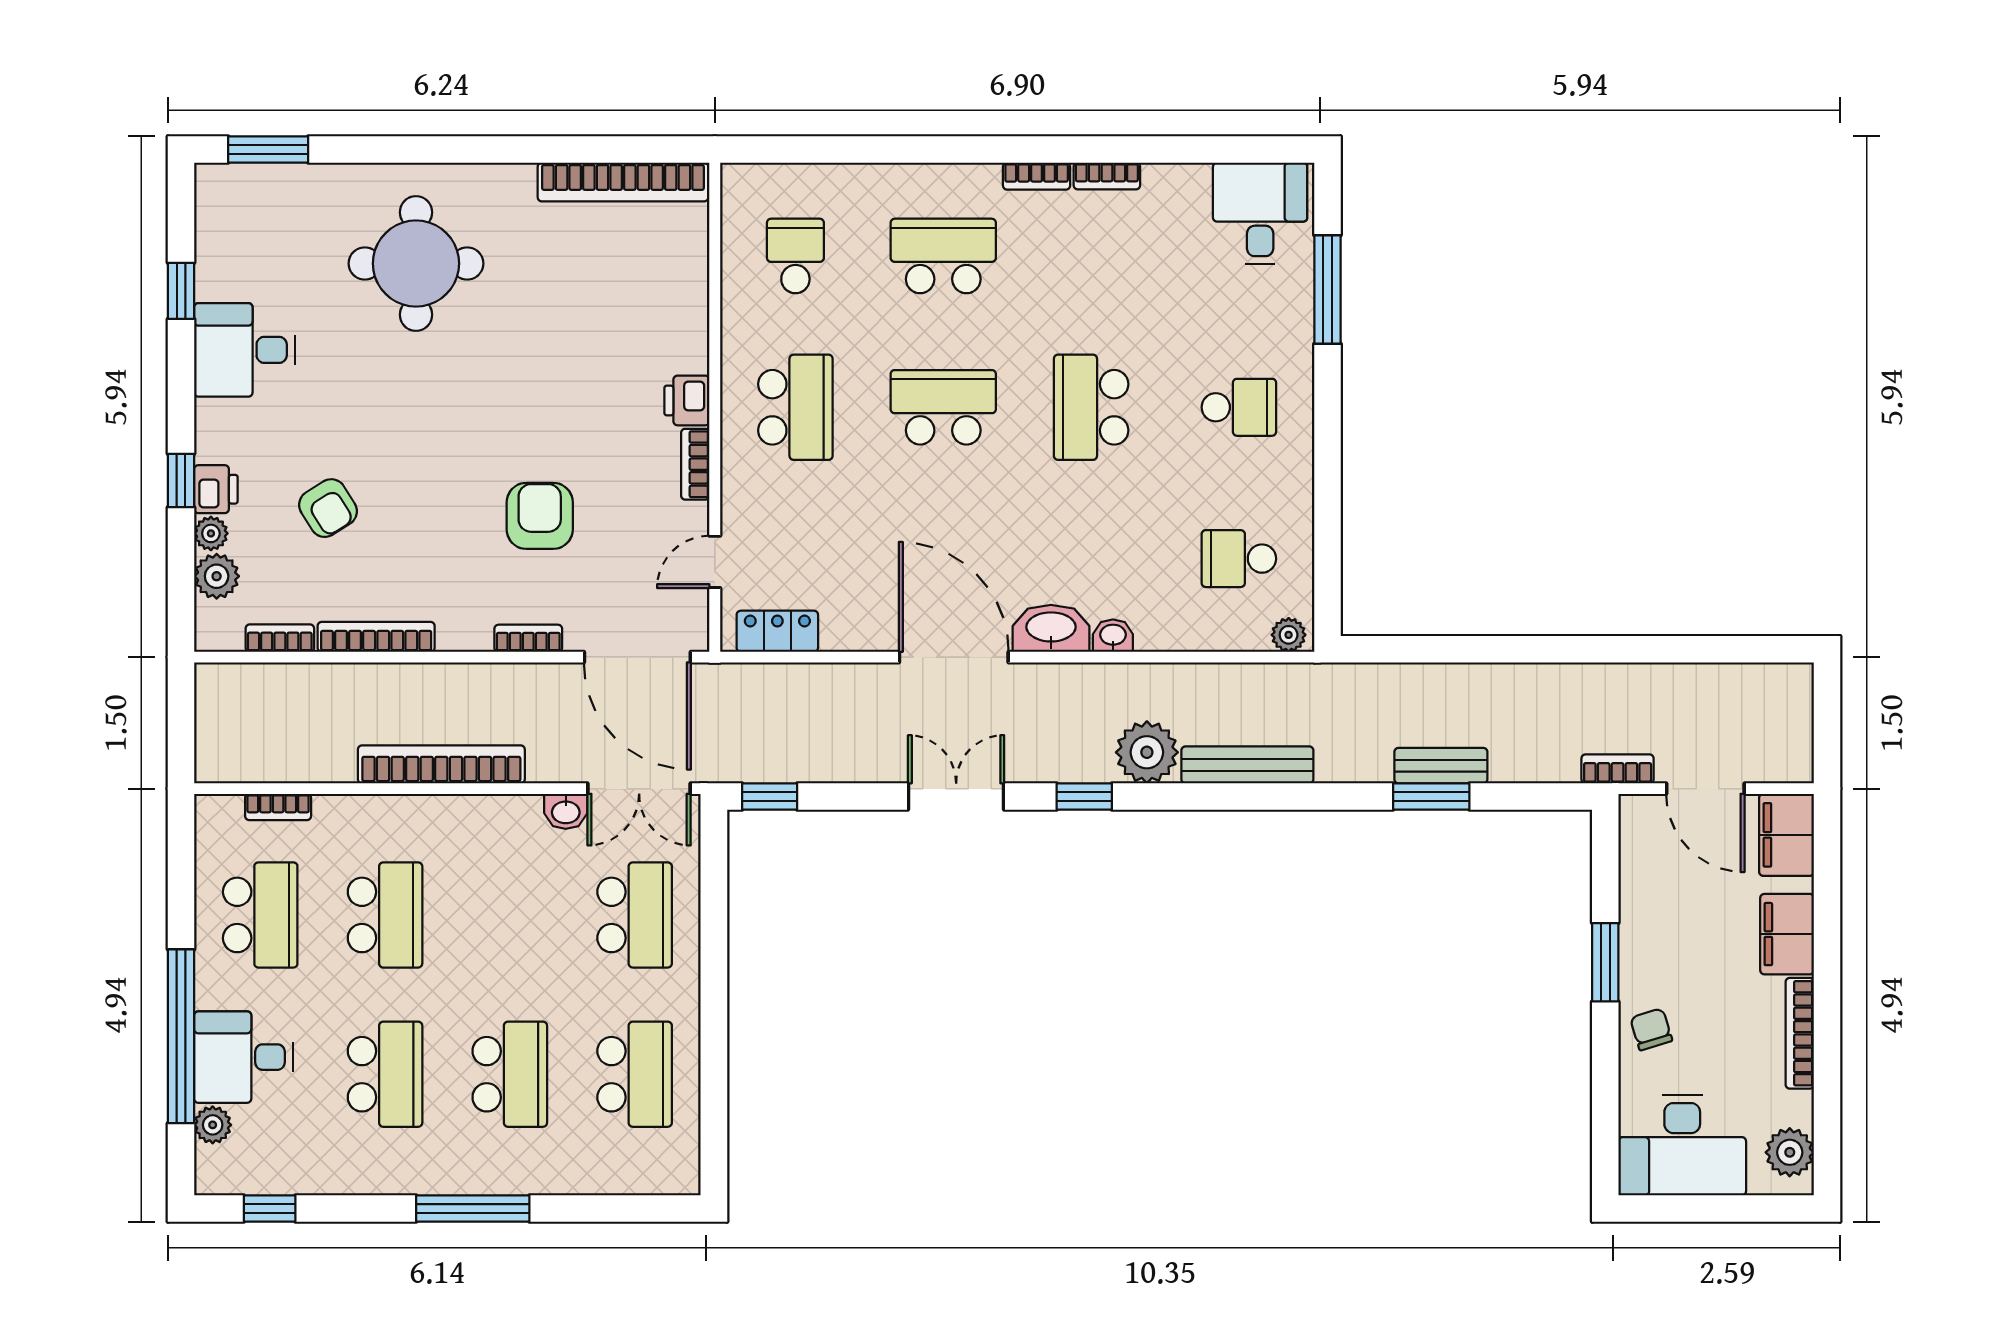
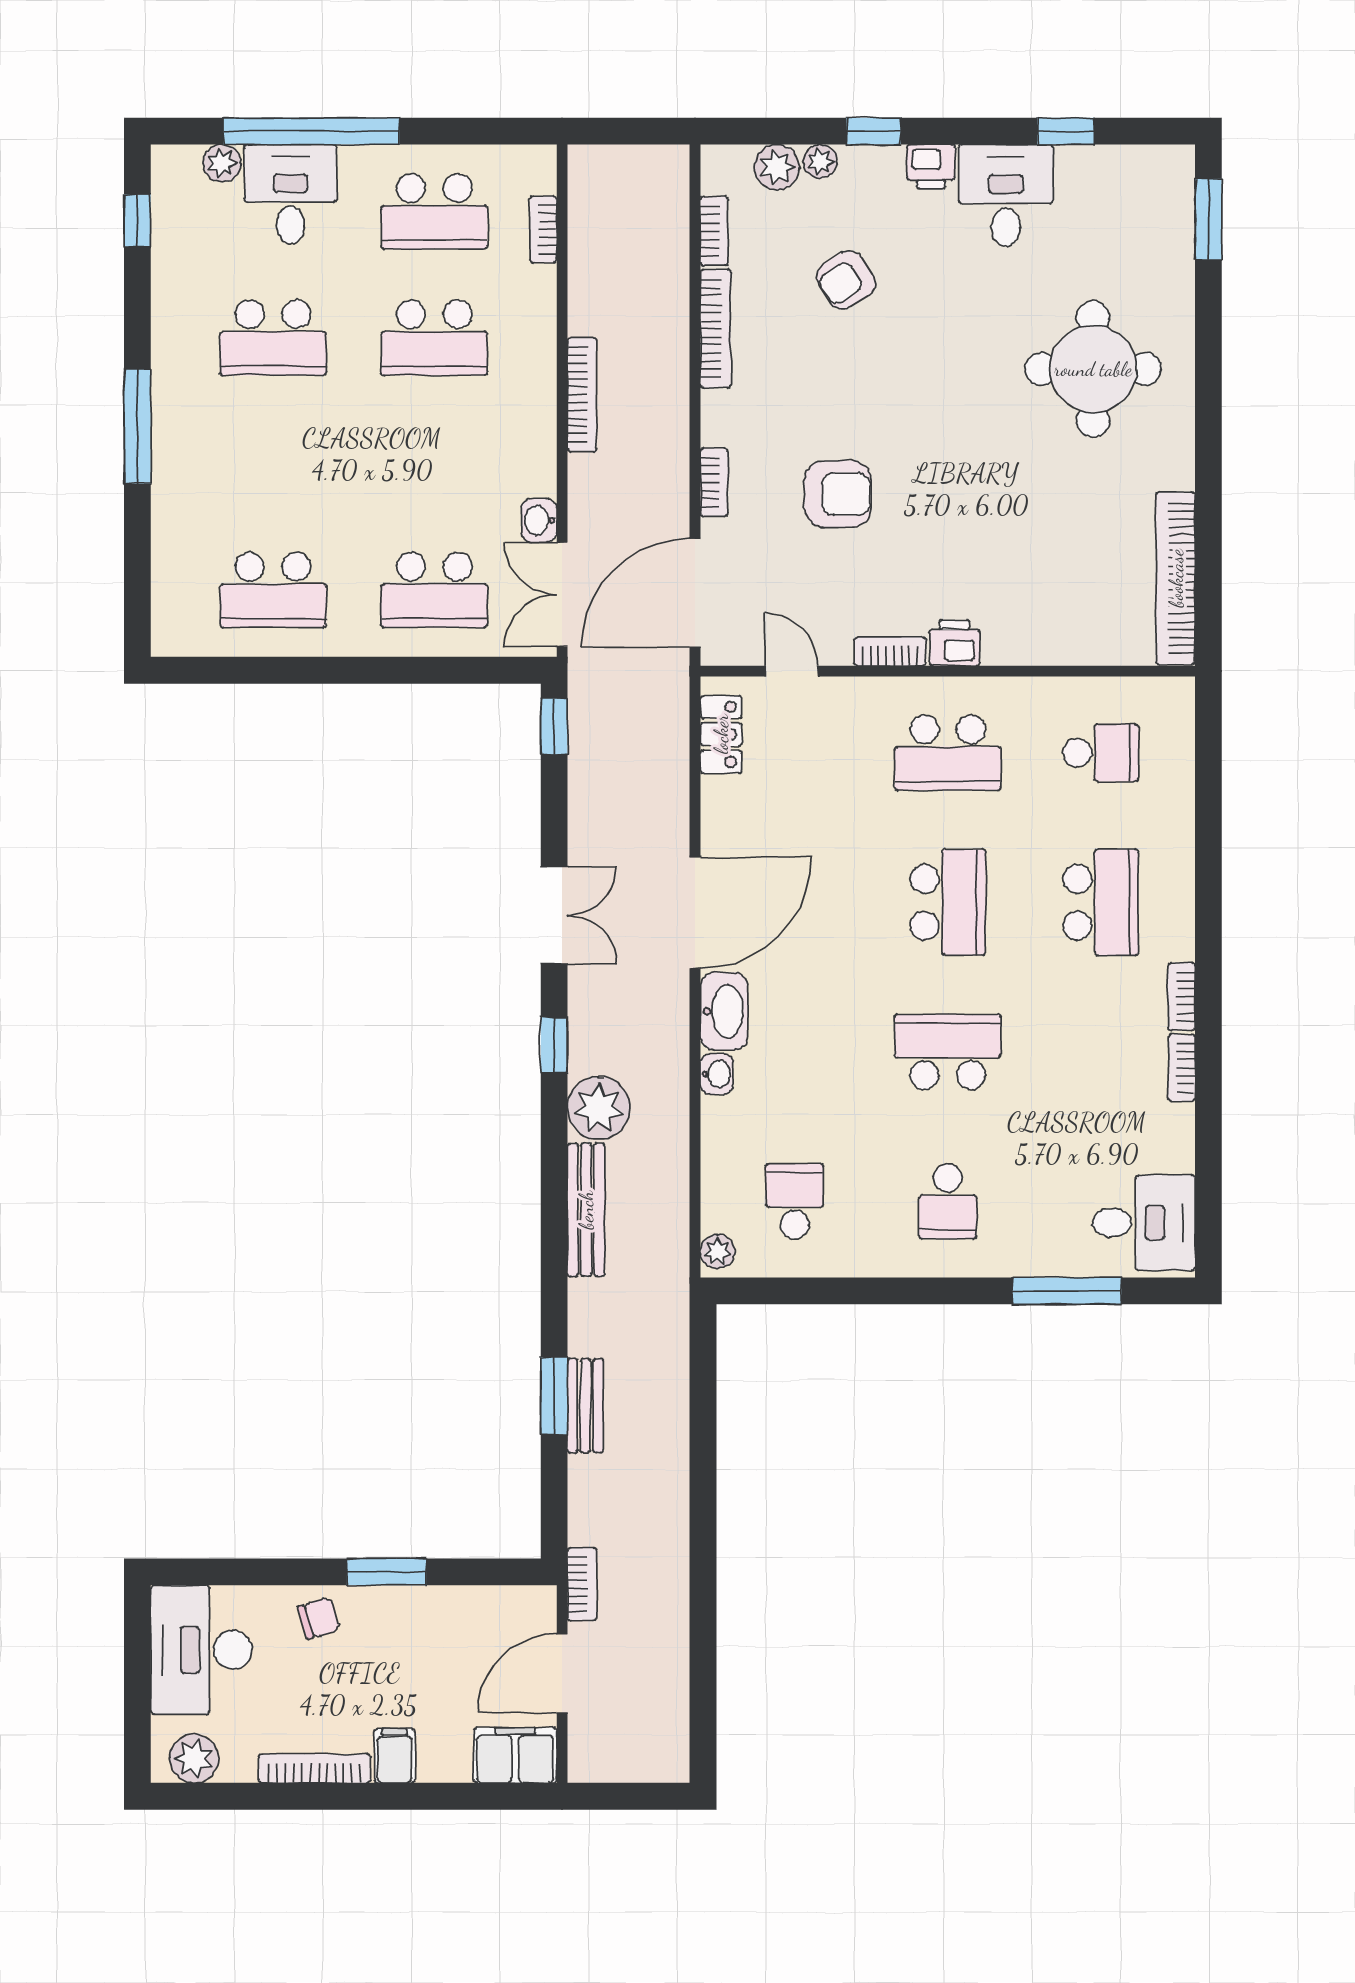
printer: (216, 489) -> (931, 166), moved
bookcase: (441, 764) -> (582, 395), width x0.68, depth x0.76
filing cabinet: (1787, 934) -> (395, 1756), width x0.50
school desk: (510, 1074) -> (273, 464), removed

